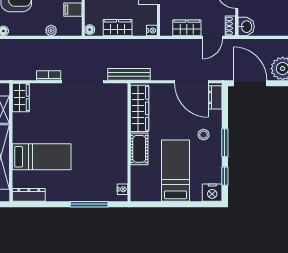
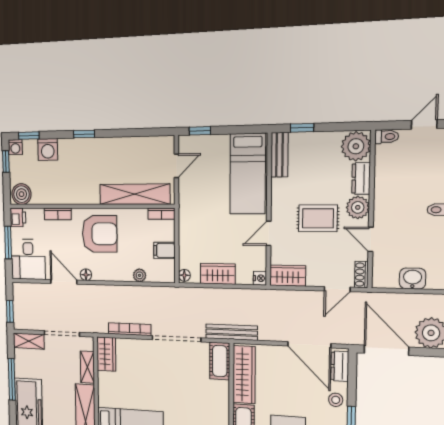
washbasin: (246, 27) -> (412, 279), moved, turned -90
wardrobe: (187, 28) -> (288, 276), moved
bookcase: (49, 75) -> (130, 329), width x1.56
cot: (119, 98) -> (220, 361), added
stool: (204, 135) -> (336, 400), moved

